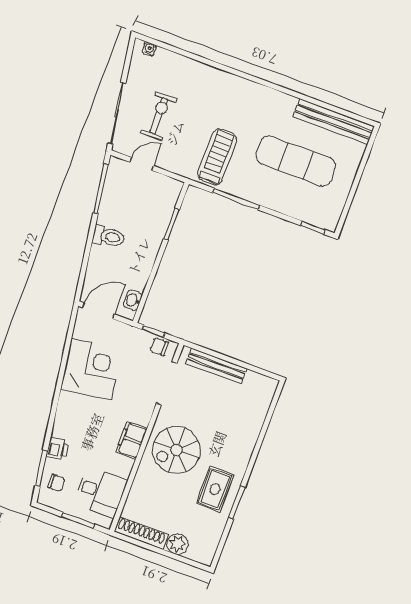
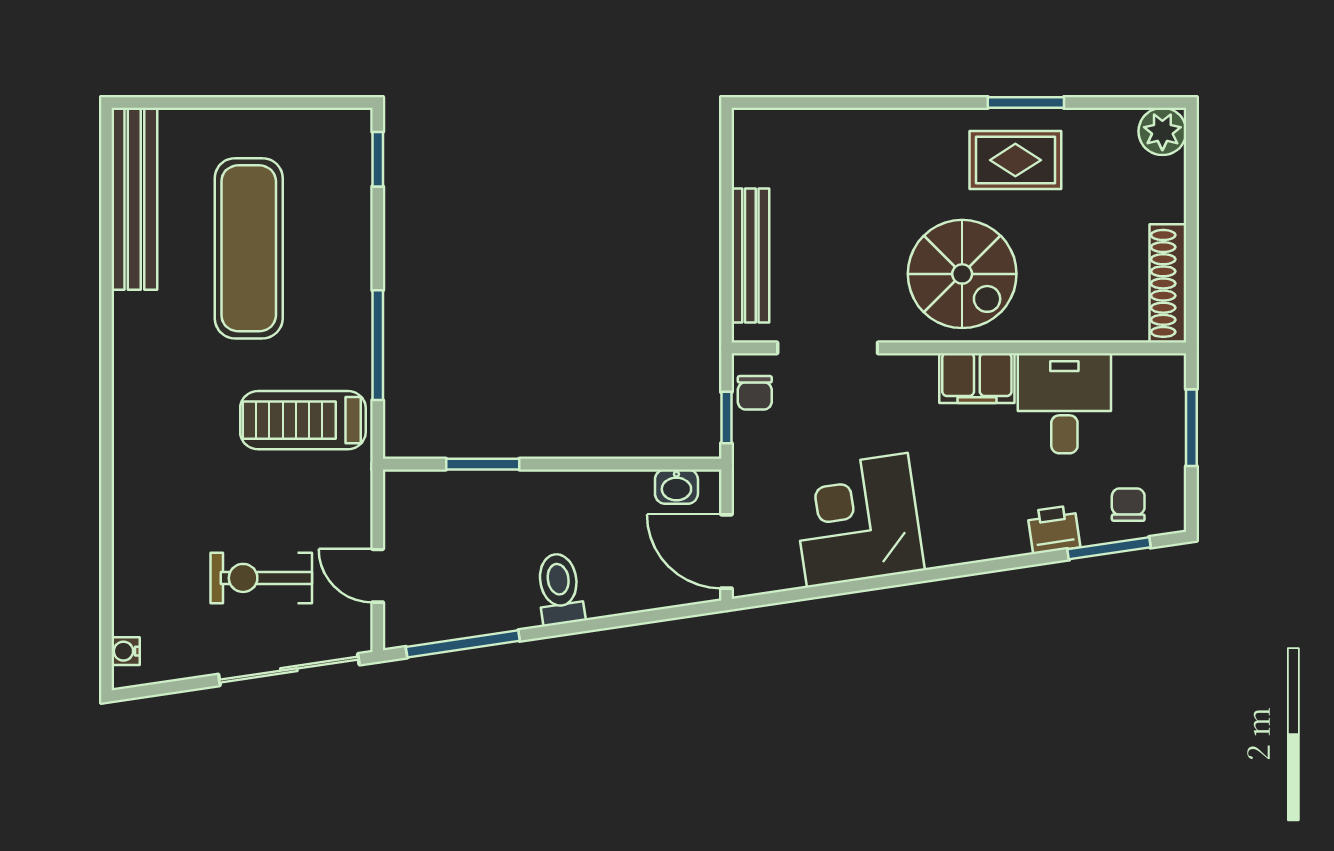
desk: (100, 492) -> (1064, 403), moved
plant: (177, 544) -> (1162, 131), moved

